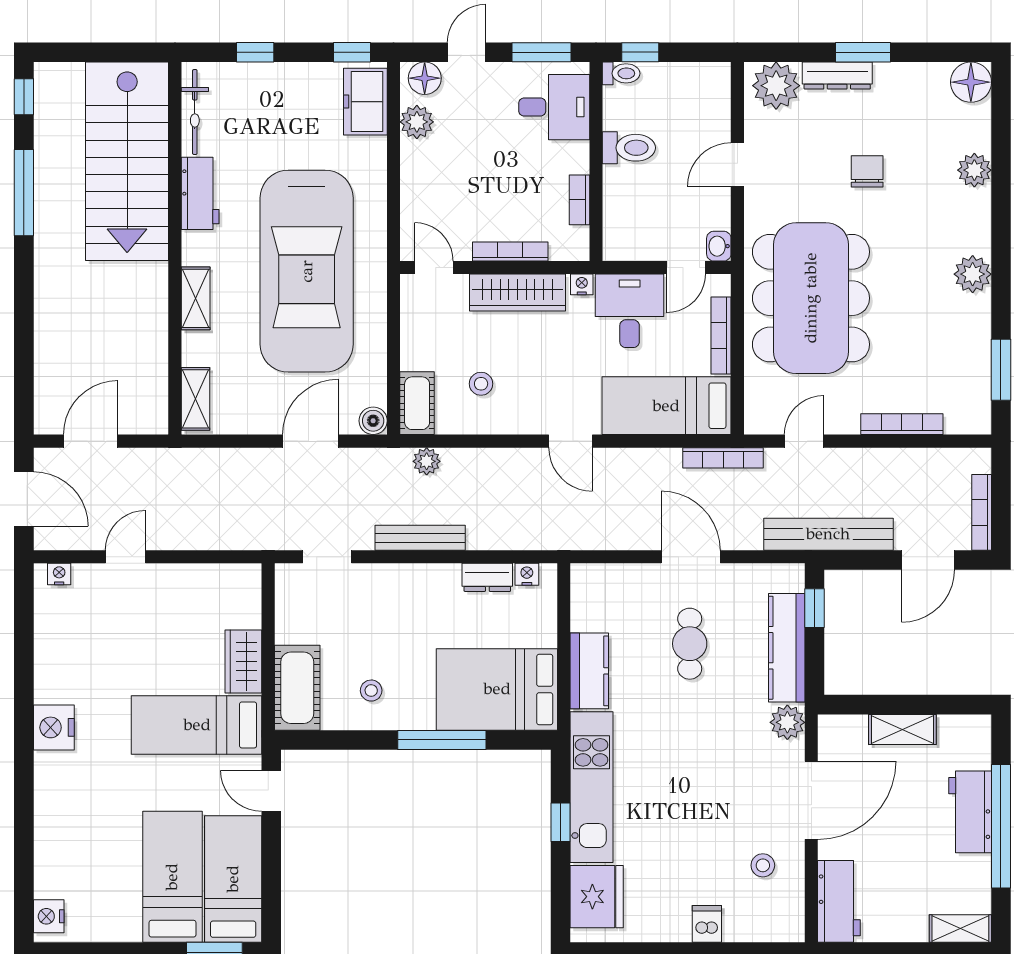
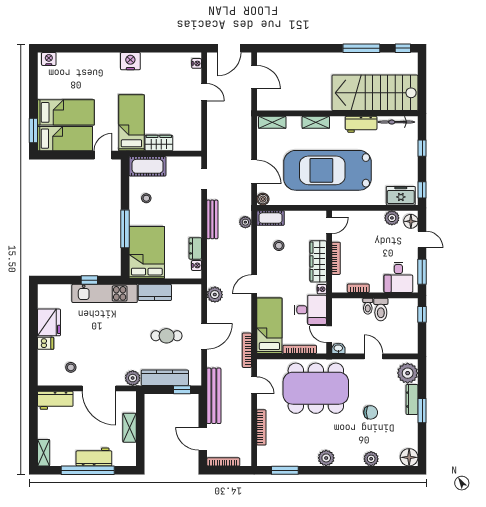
toilet: (621, 73) -> (368, 306), moved
plant: (594, 532) -> (215, 295), added
fridge: (597, 897) -> (49, 322), moved, turned -90

